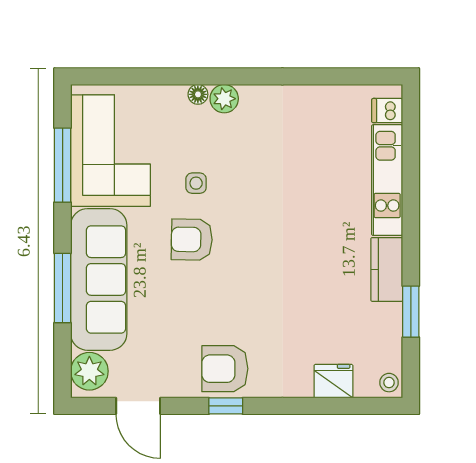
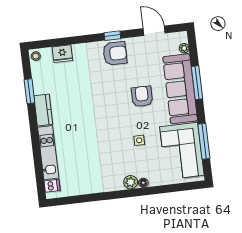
armchair: (192, 239) -> (142, 96), moved, turned -91
plant: (89, 371) -> (184, 48), width x0.53, depth x0.53

